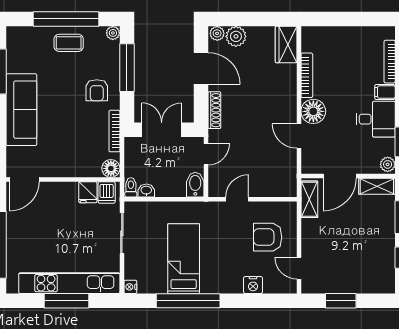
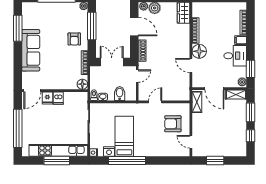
coffee table: (69, 43) -> (58, 12), removed
door: (340, 176) -> (214, 89), hinge flipped
bidet: (195, 185) -> (120, 94), moved
fridge: (88, 192) -> (47, 98), moved
dishwasher: (107, 192) -> (58, 98), moved
nightstand: (253, 285) -> (109, 152), moved

